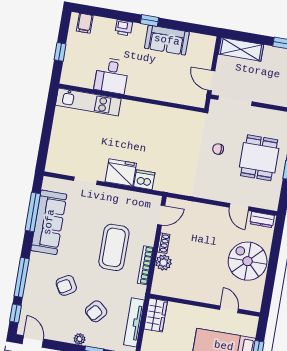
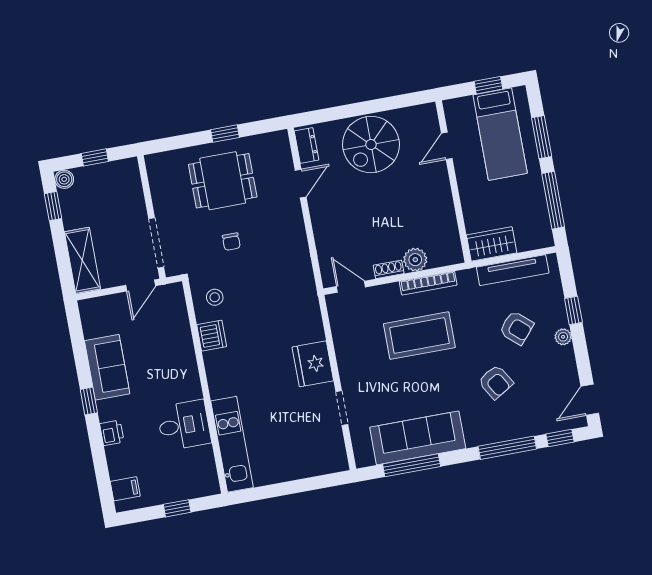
stool: (186, 125) -> (215, 297), added
dishwasher: (144, 180) -> (212, 336), moved, turned 180

